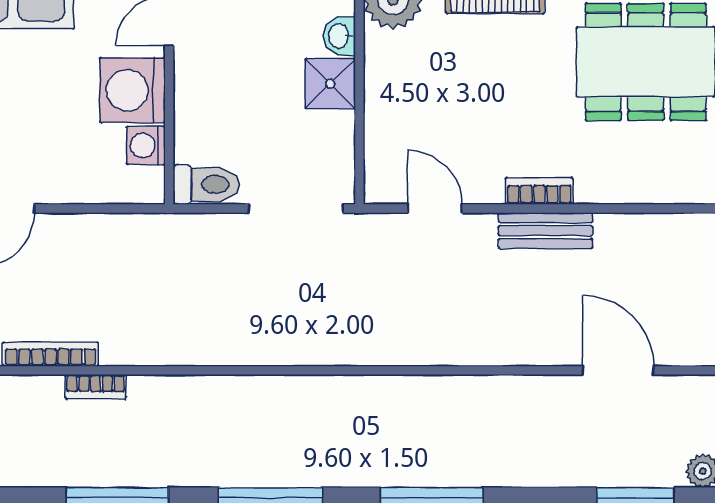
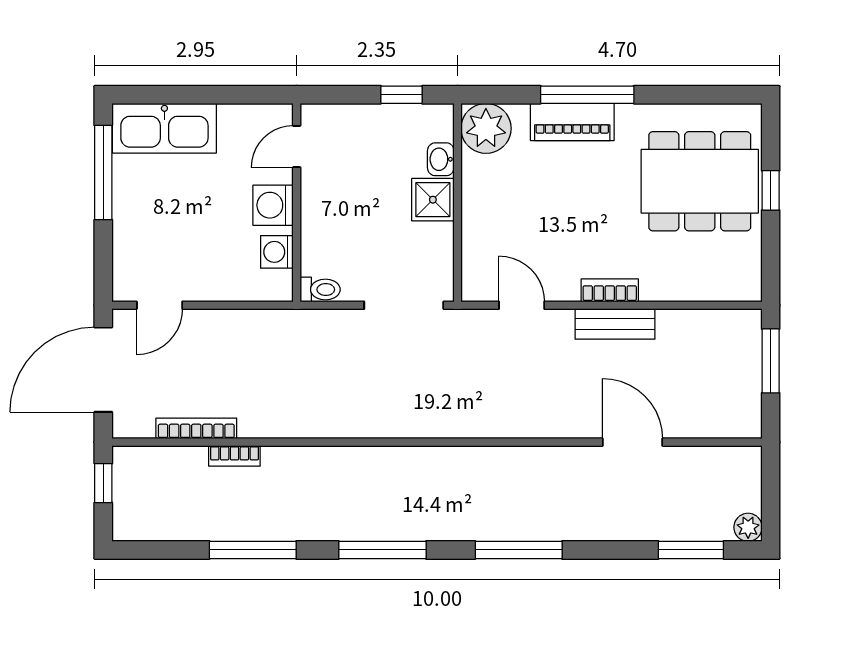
washing machine: (132, 90) -> (273, 205), width x0.73, depth x0.73
toilet: (206, 184) -> (320, 290), width x0.73, depth x0.72
door: (618, 370) -> (632, 442), moved

